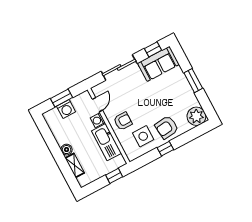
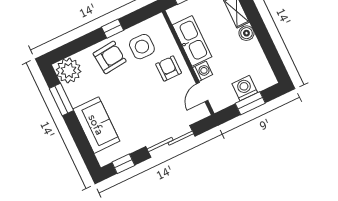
sofa: (158, 64) -> (96, 125), moved, turned 90
window: (193, 81) -> (61, 100), moved
armchair: (123, 121) -> (169, 68), turned 90

